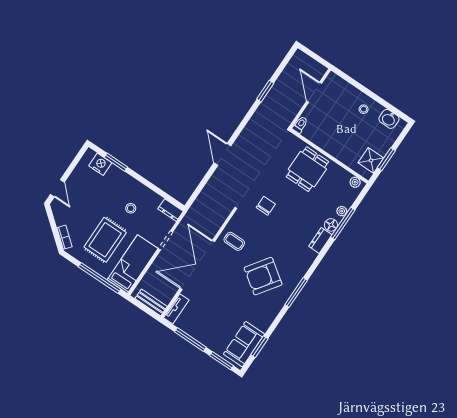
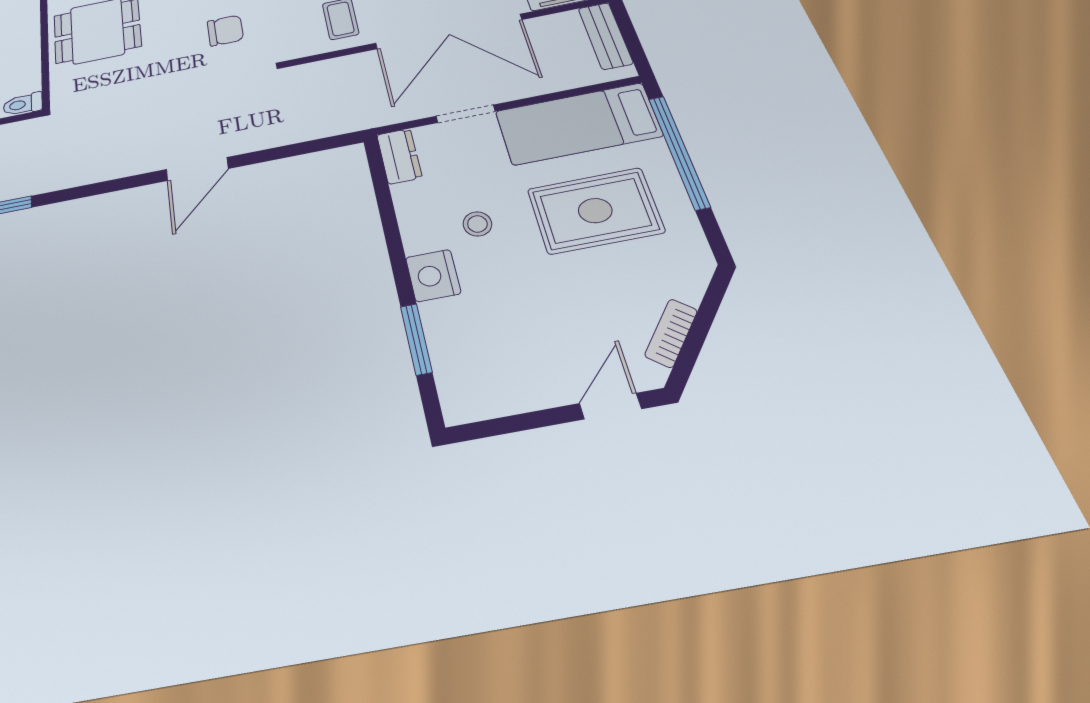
nightstand: (100, 164) -> (433, 275), moved
chair: (266, 206) -> (225, 30), turned 180
bookcase: (64, 237) -> (671, 333), moved

